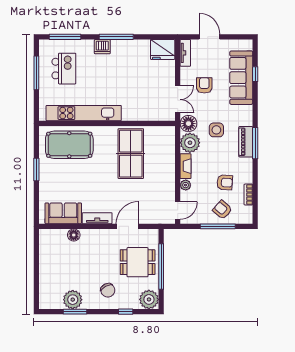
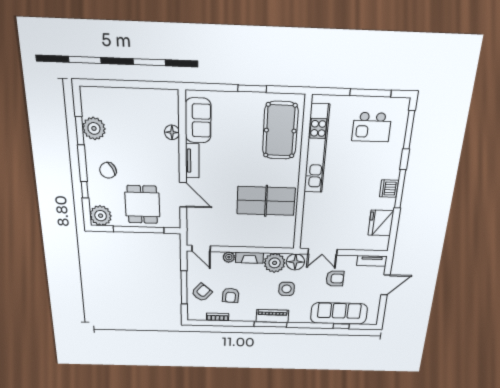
dishwasher: (102, 47) -> (389, 189), moved
fridge: (163, 49) -> (381, 223), moved

